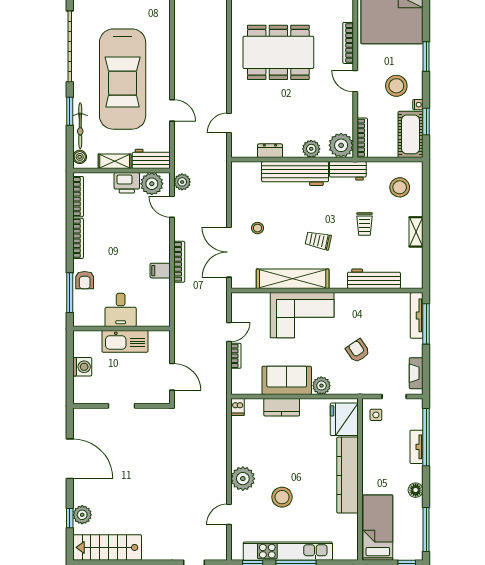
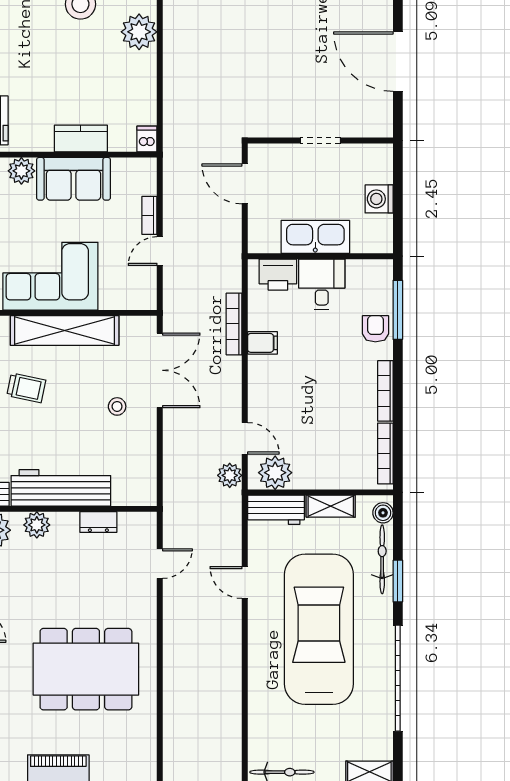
printer: (127, 183) -> (278, 275), moved, turned 180
bookcase: (179, 262) -> (234, 324), moved

